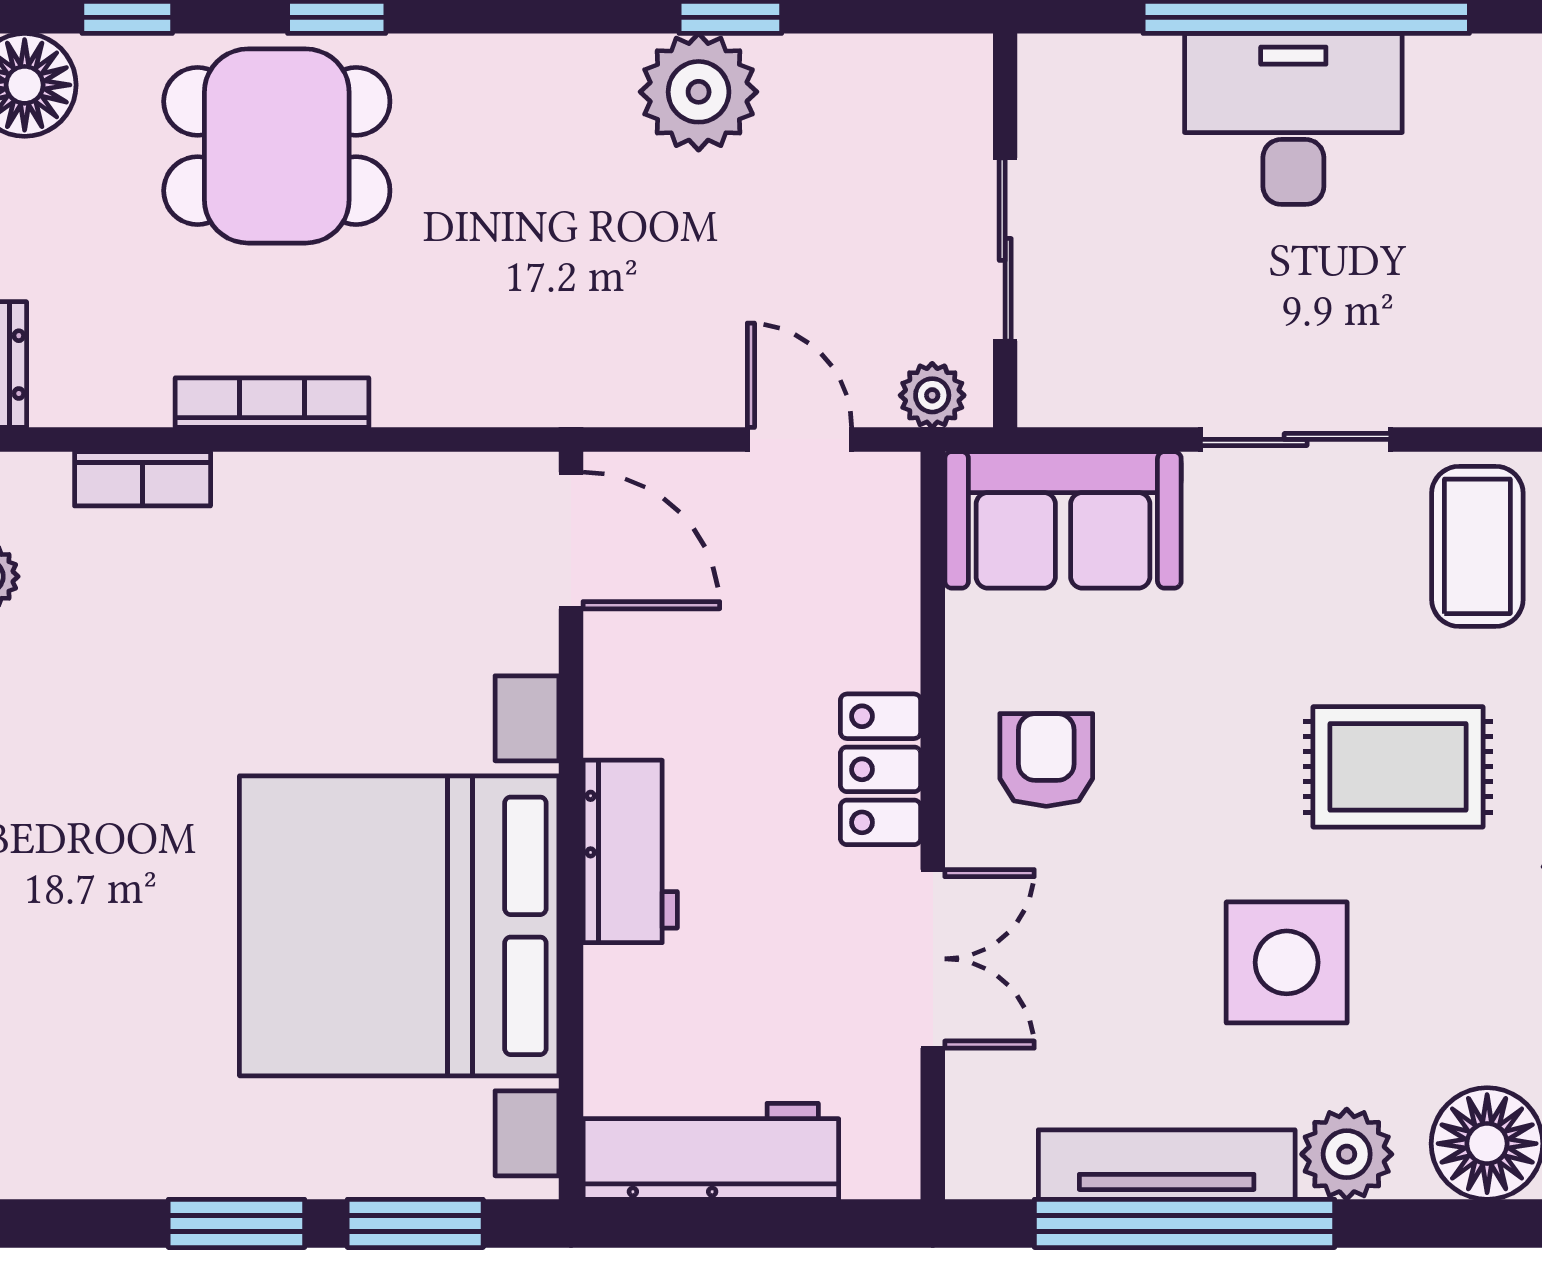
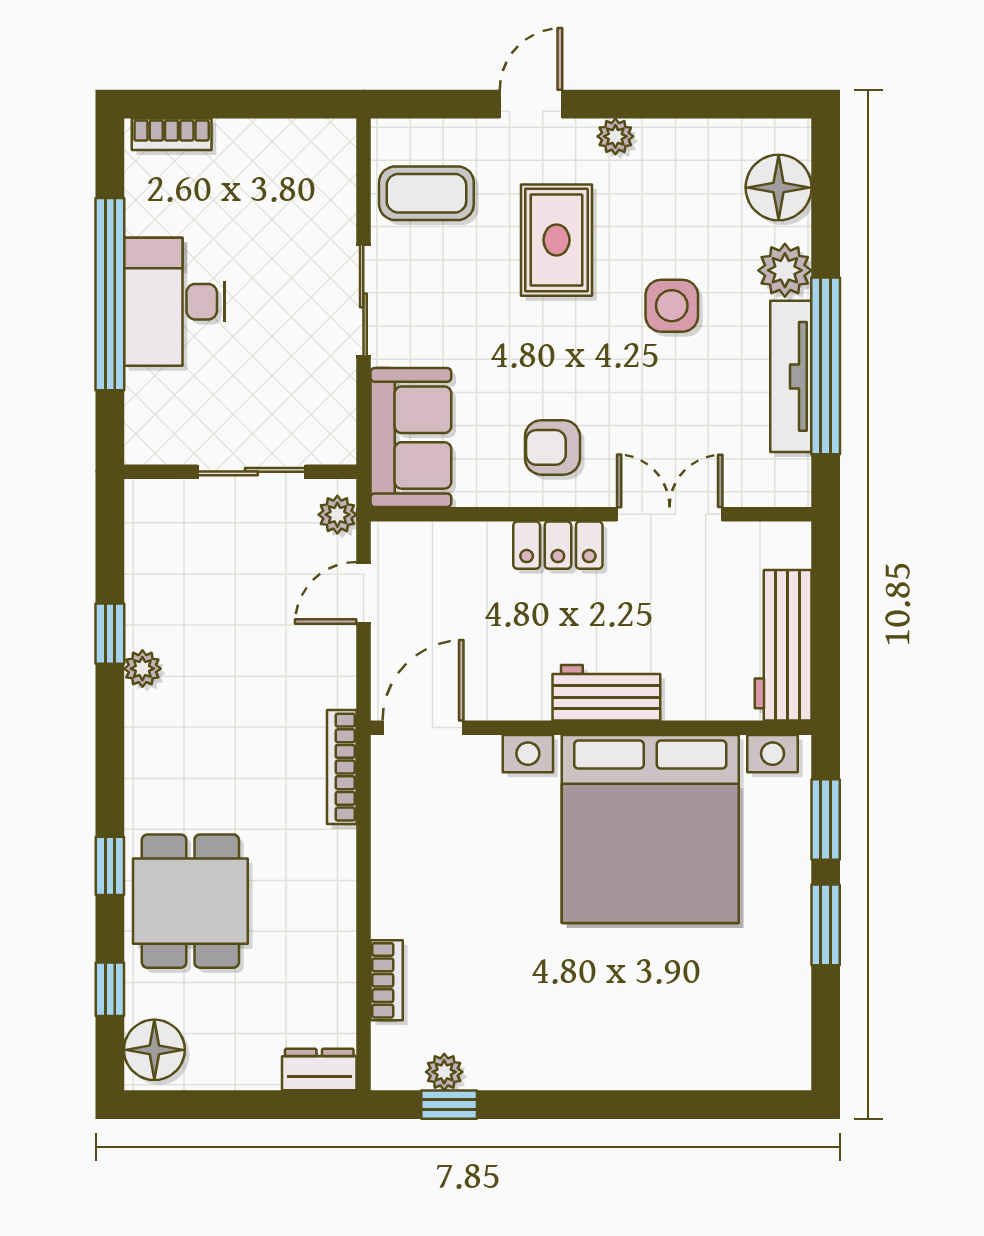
plant: (699, 92) -> (142, 669), width x0.53, depth x0.53
bookcase: (272, 403) -> (342, 767), moved
side table: (1287, 962) -> (672, 306), width x0.73, depth x0.73

